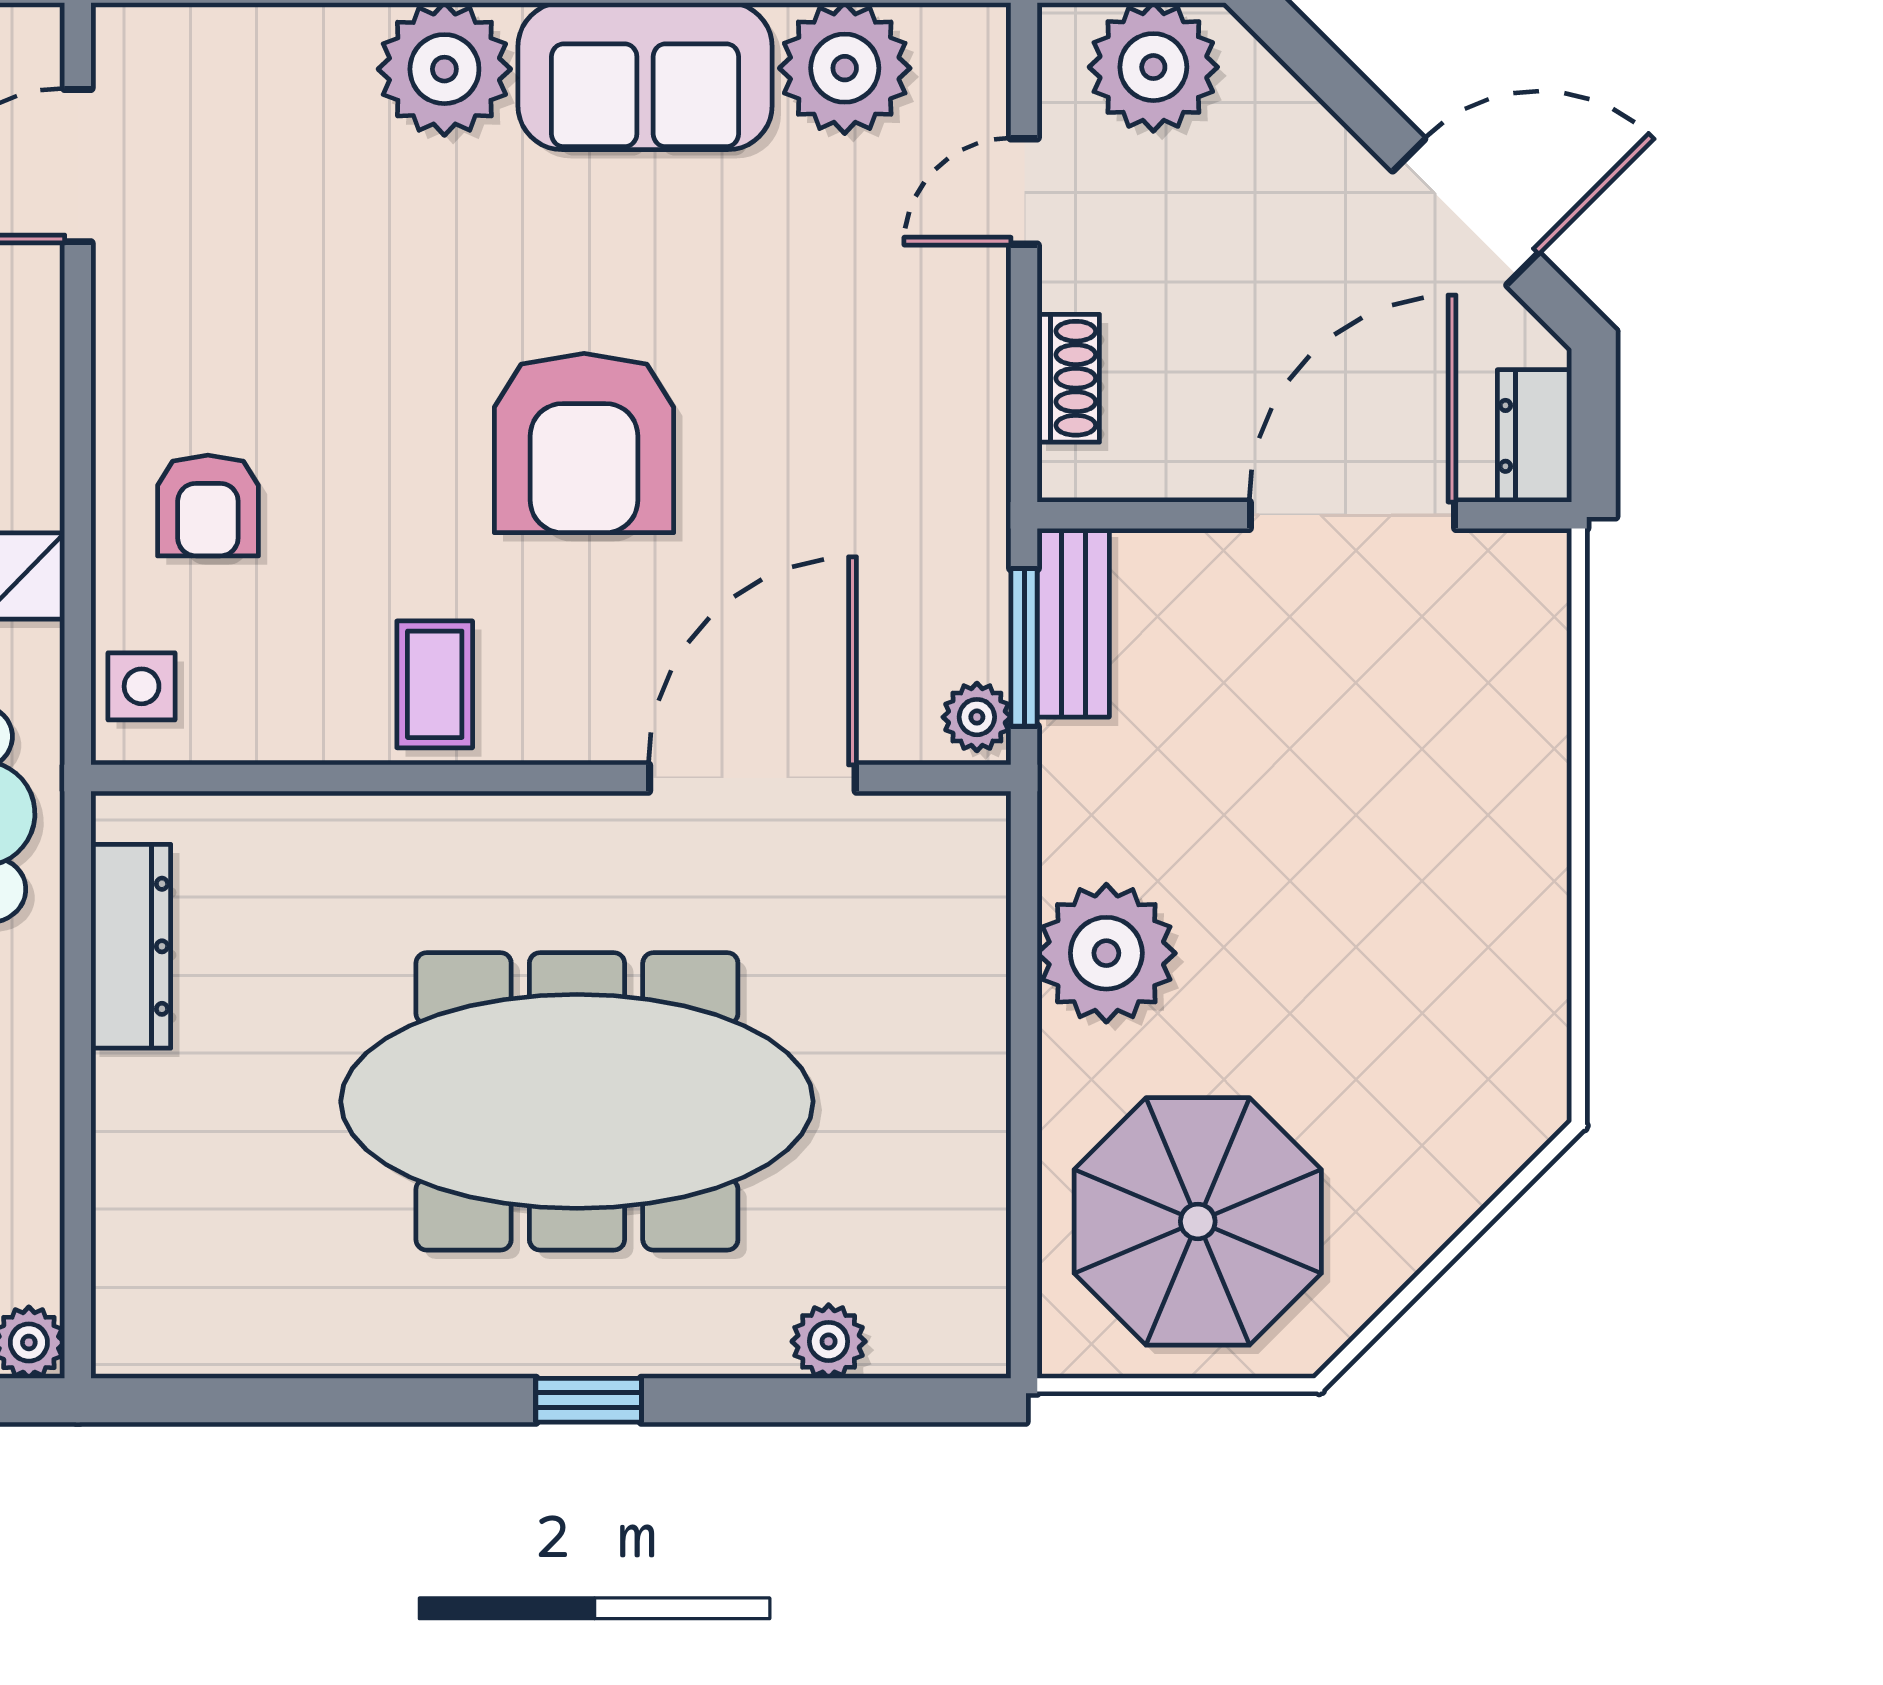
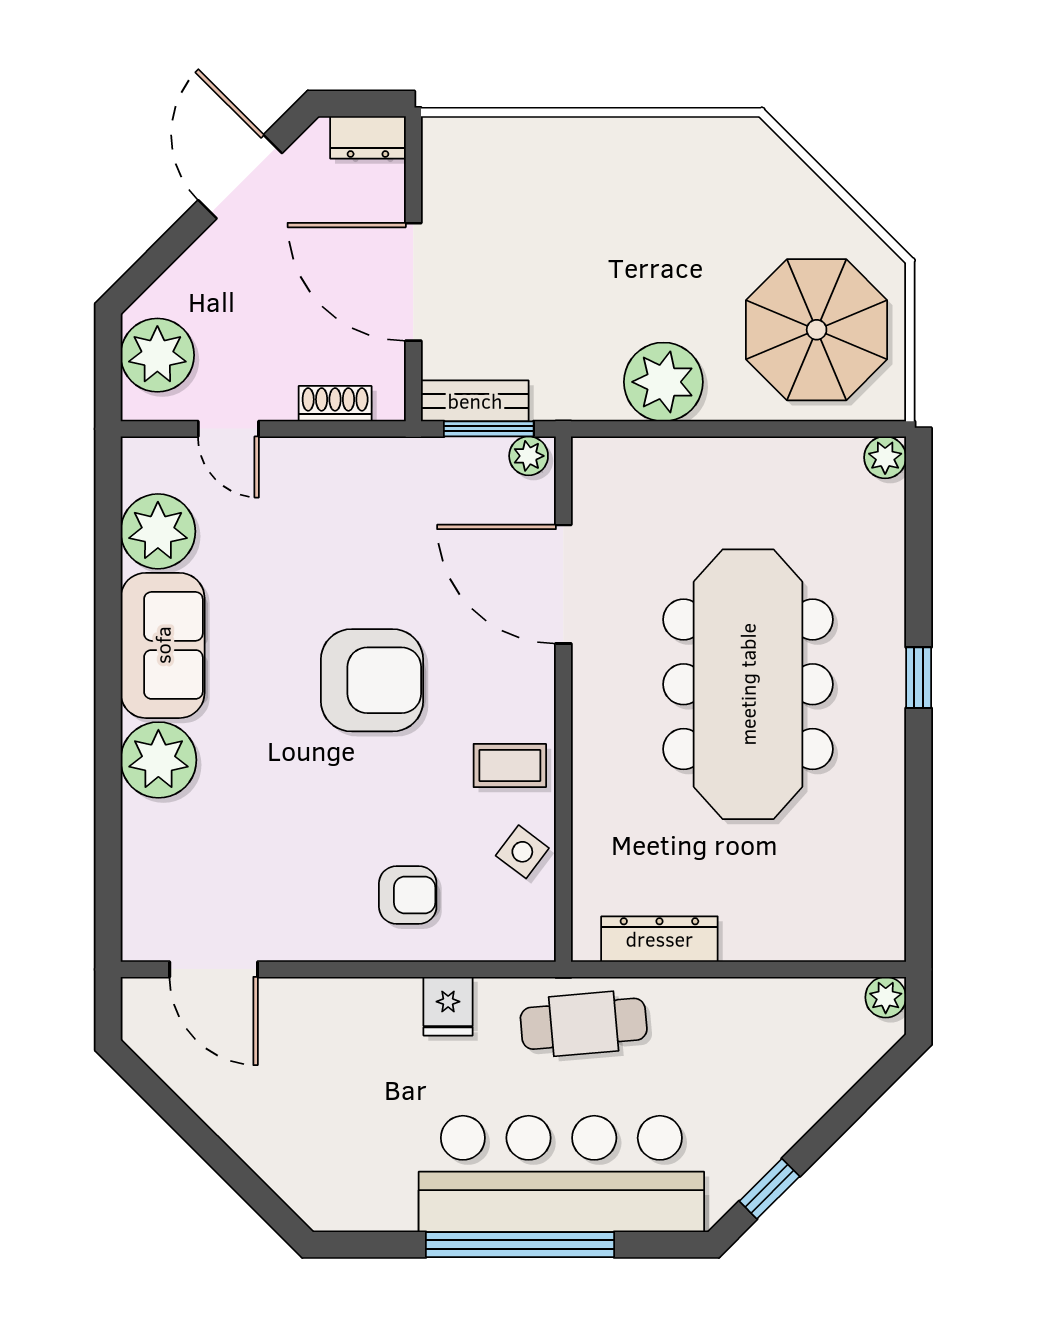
door: (1352, 515) -> (413, 282), moved
side table: (142, 686) -> (522, 852), moved, turned 37
plant: (829, 1341) -> (885, 457), moved

